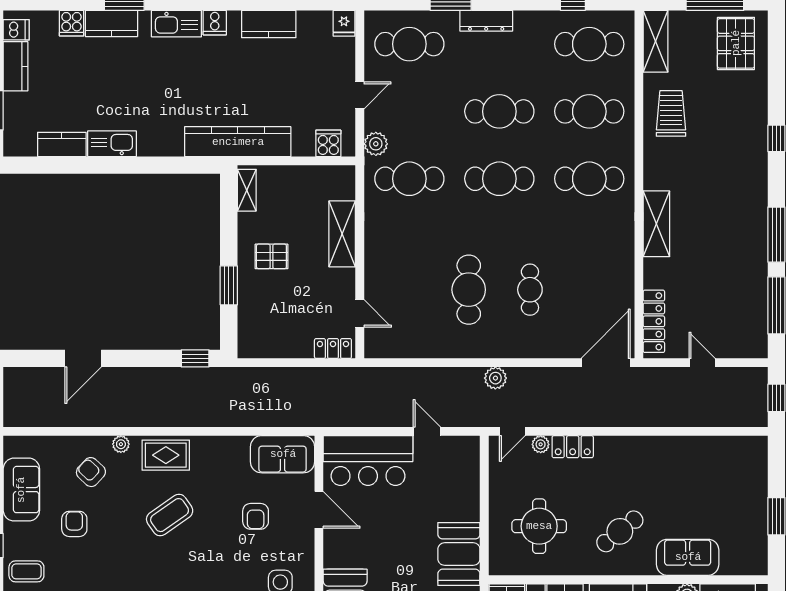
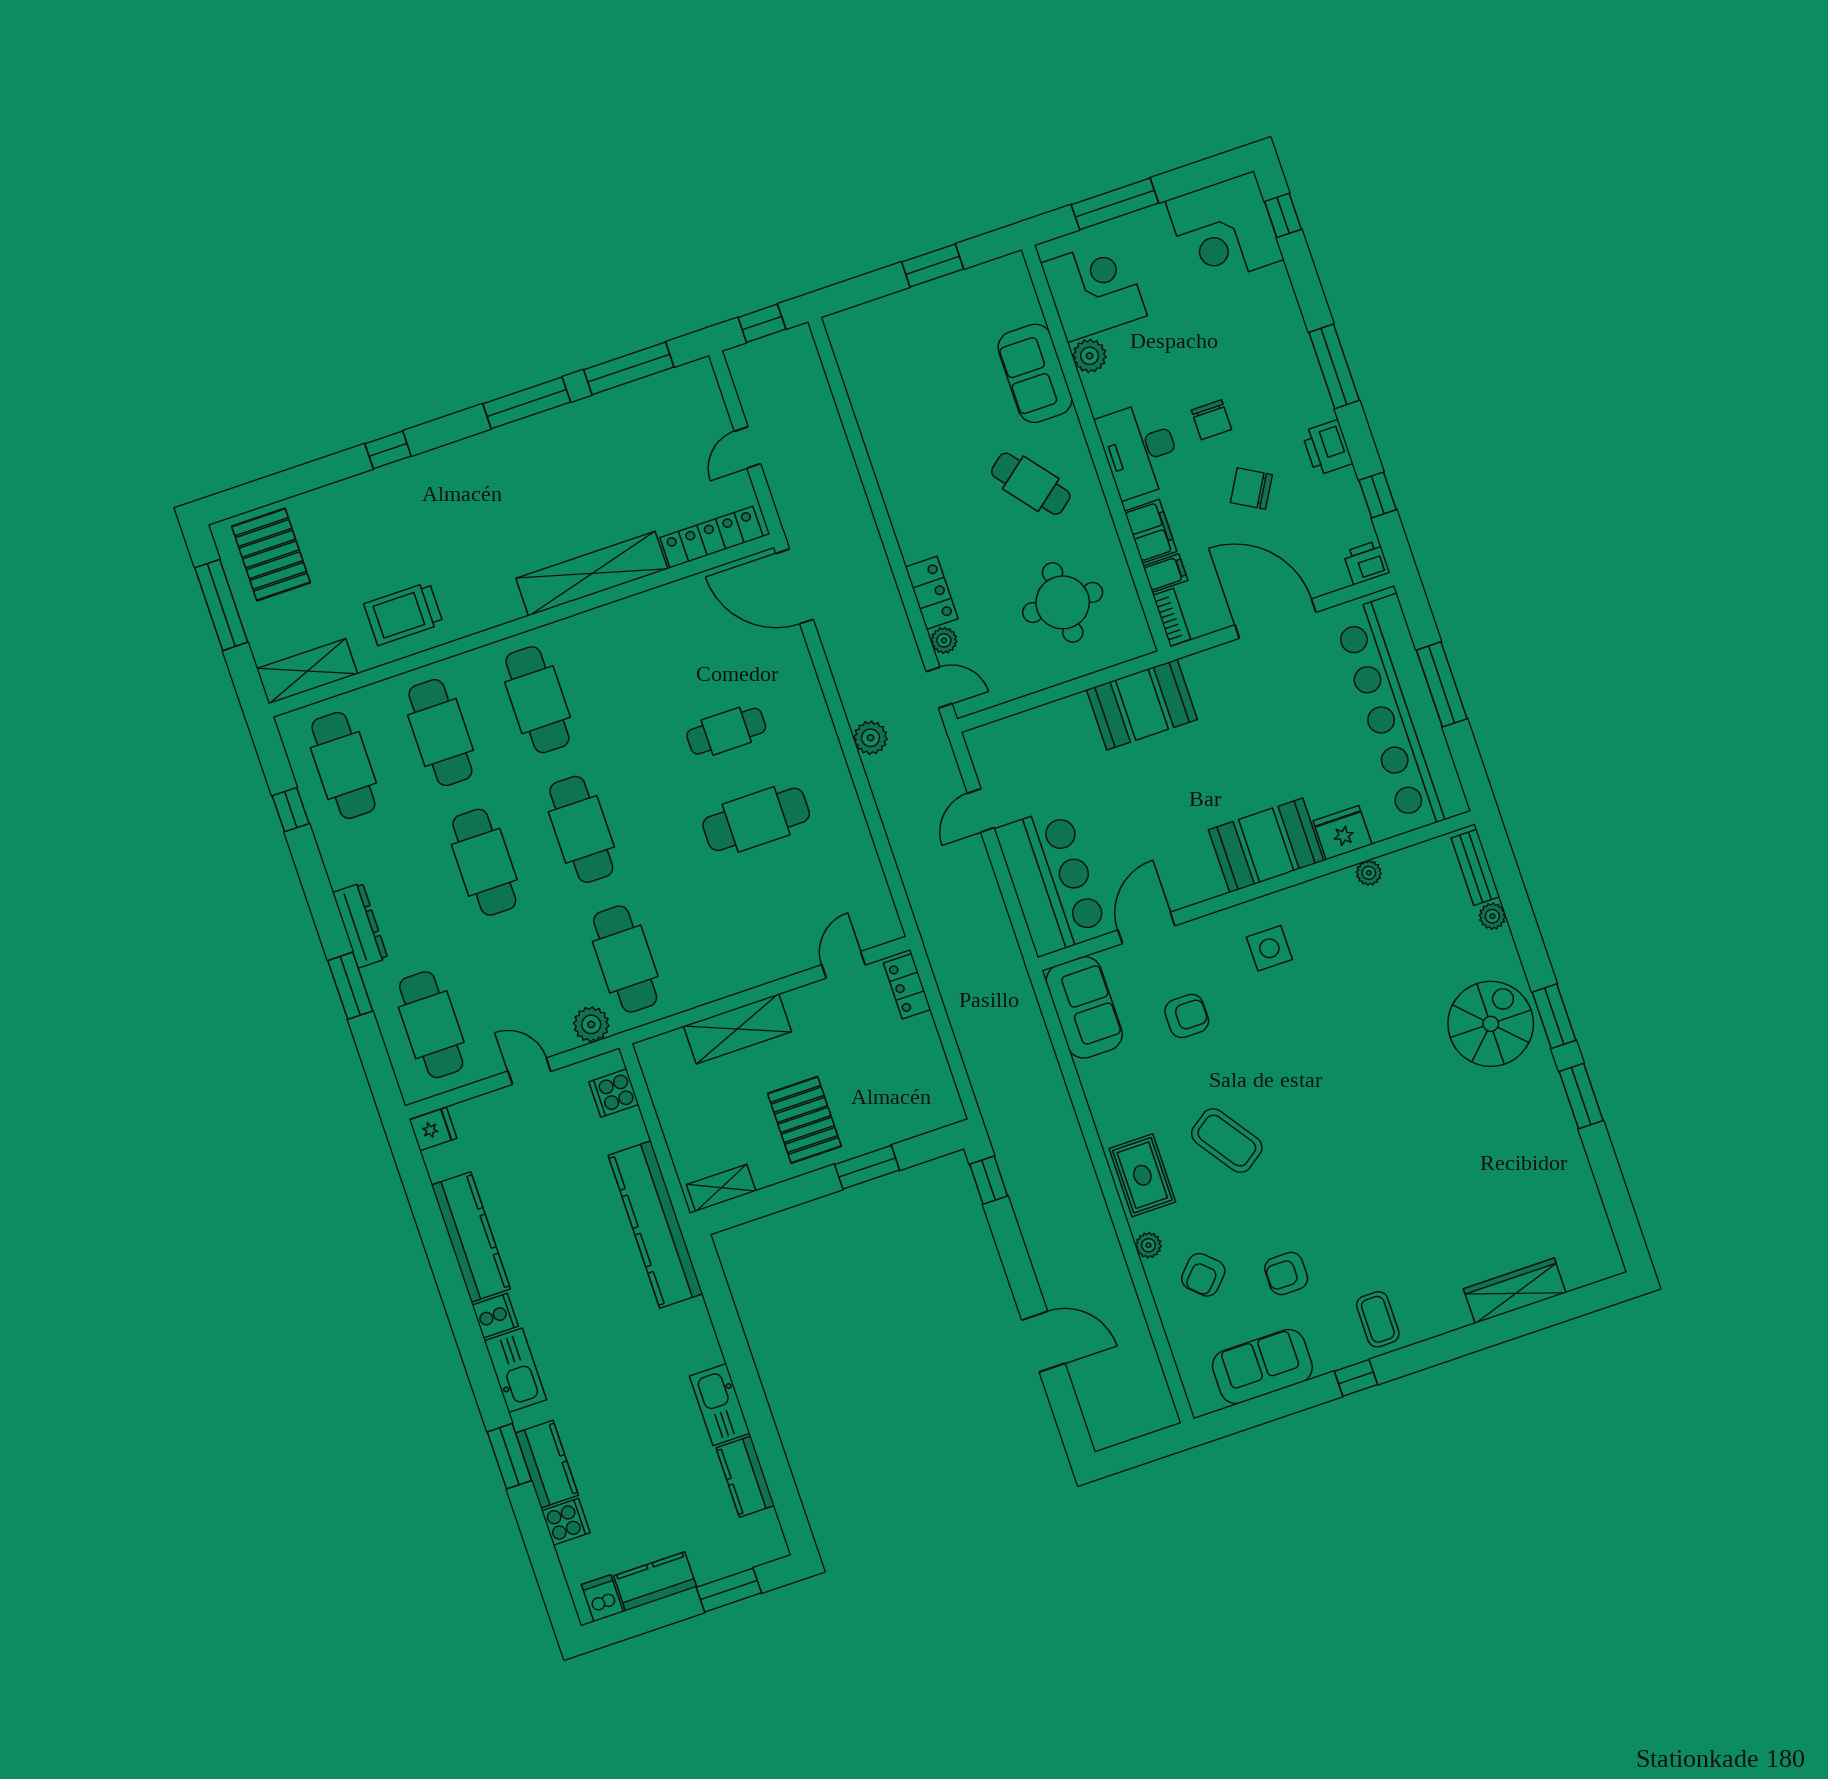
kitchen counter: (269, 24) -> (471, 1237), width x1.50
pallet: (736, 43) -> (271, 554), turned 90
shelving: (656, 224) -> (592, 574), width x1.47
pallet: (271, 256) -> (804, 1120), width x1.50, depth x1.42

